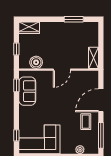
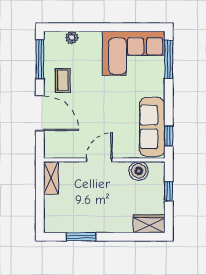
sofa: (27, 91) -> (152, 127), width x1.36
door: (101, 100) -> (40, 113), hinge flipped
window: (16, 135) -> (169, 59), width x2.17

